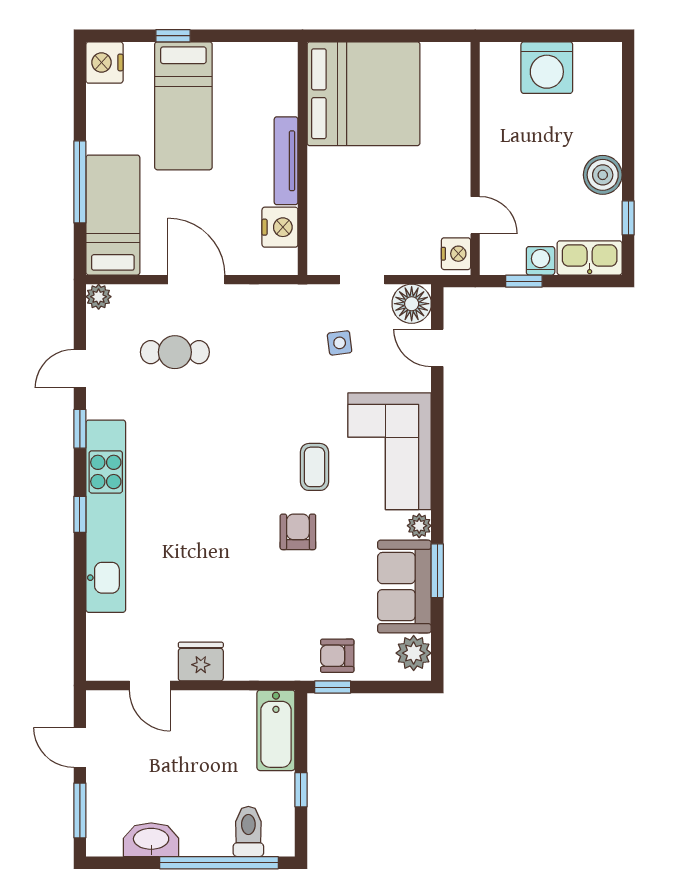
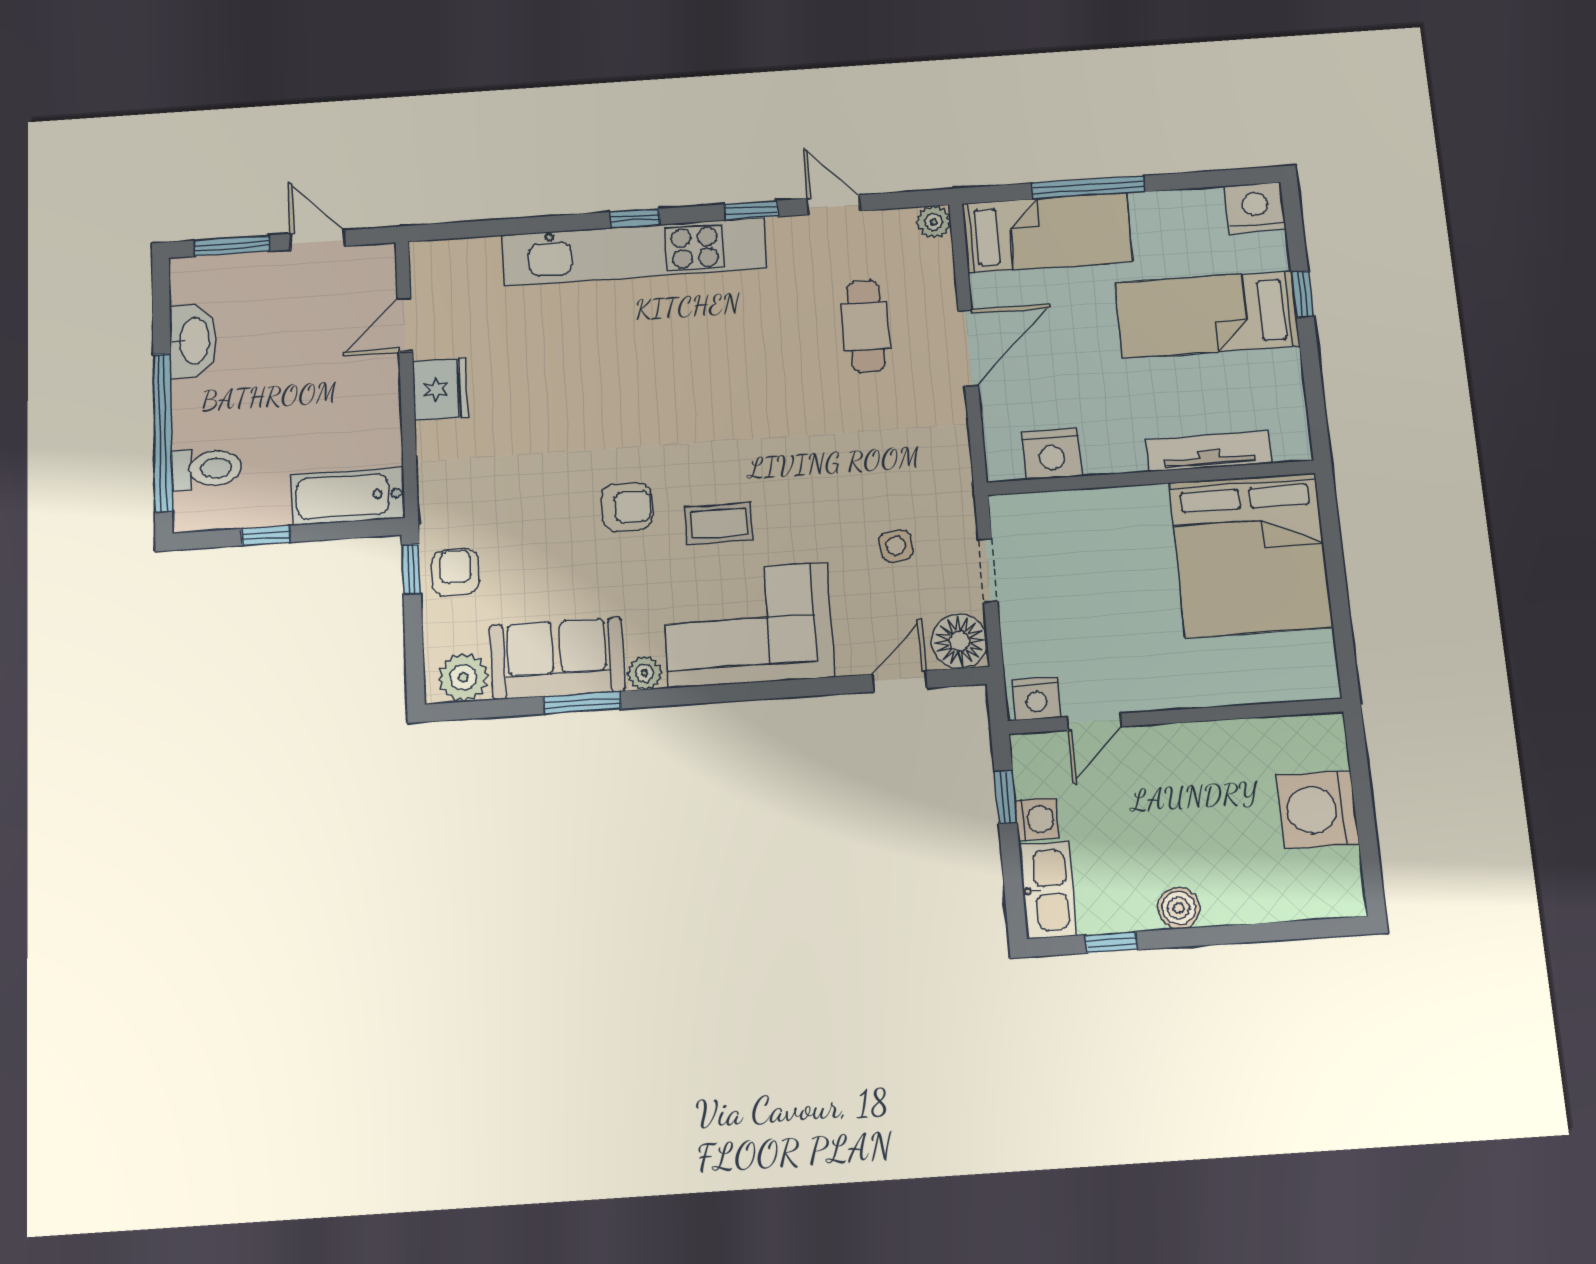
tv unit: (286, 161) -> (1209, 452), moved
boiler: (603, 175) -> (1179, 908), width x0.73, depth x0.73
door: (80, 747) -> (317, 240), hinge flipped

